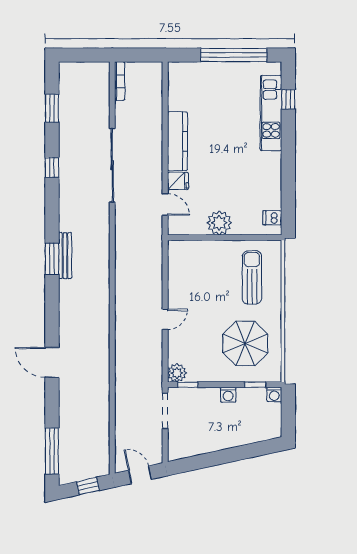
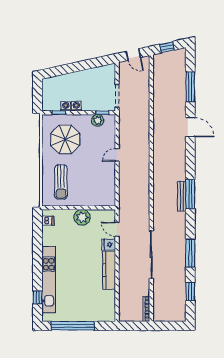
kitchen unit: (271, 113) -> (49, 279), width x1.36
window: (52, 167) -> (190, 253), width x2.17
window: (52, 259) -> (190, 194), width x1.44
plant: (177, 373) -> (98, 120), moved
washing machine: (274, 395) -> (66, 106), moved
window: (52, 451) -> (190, 87), moved

